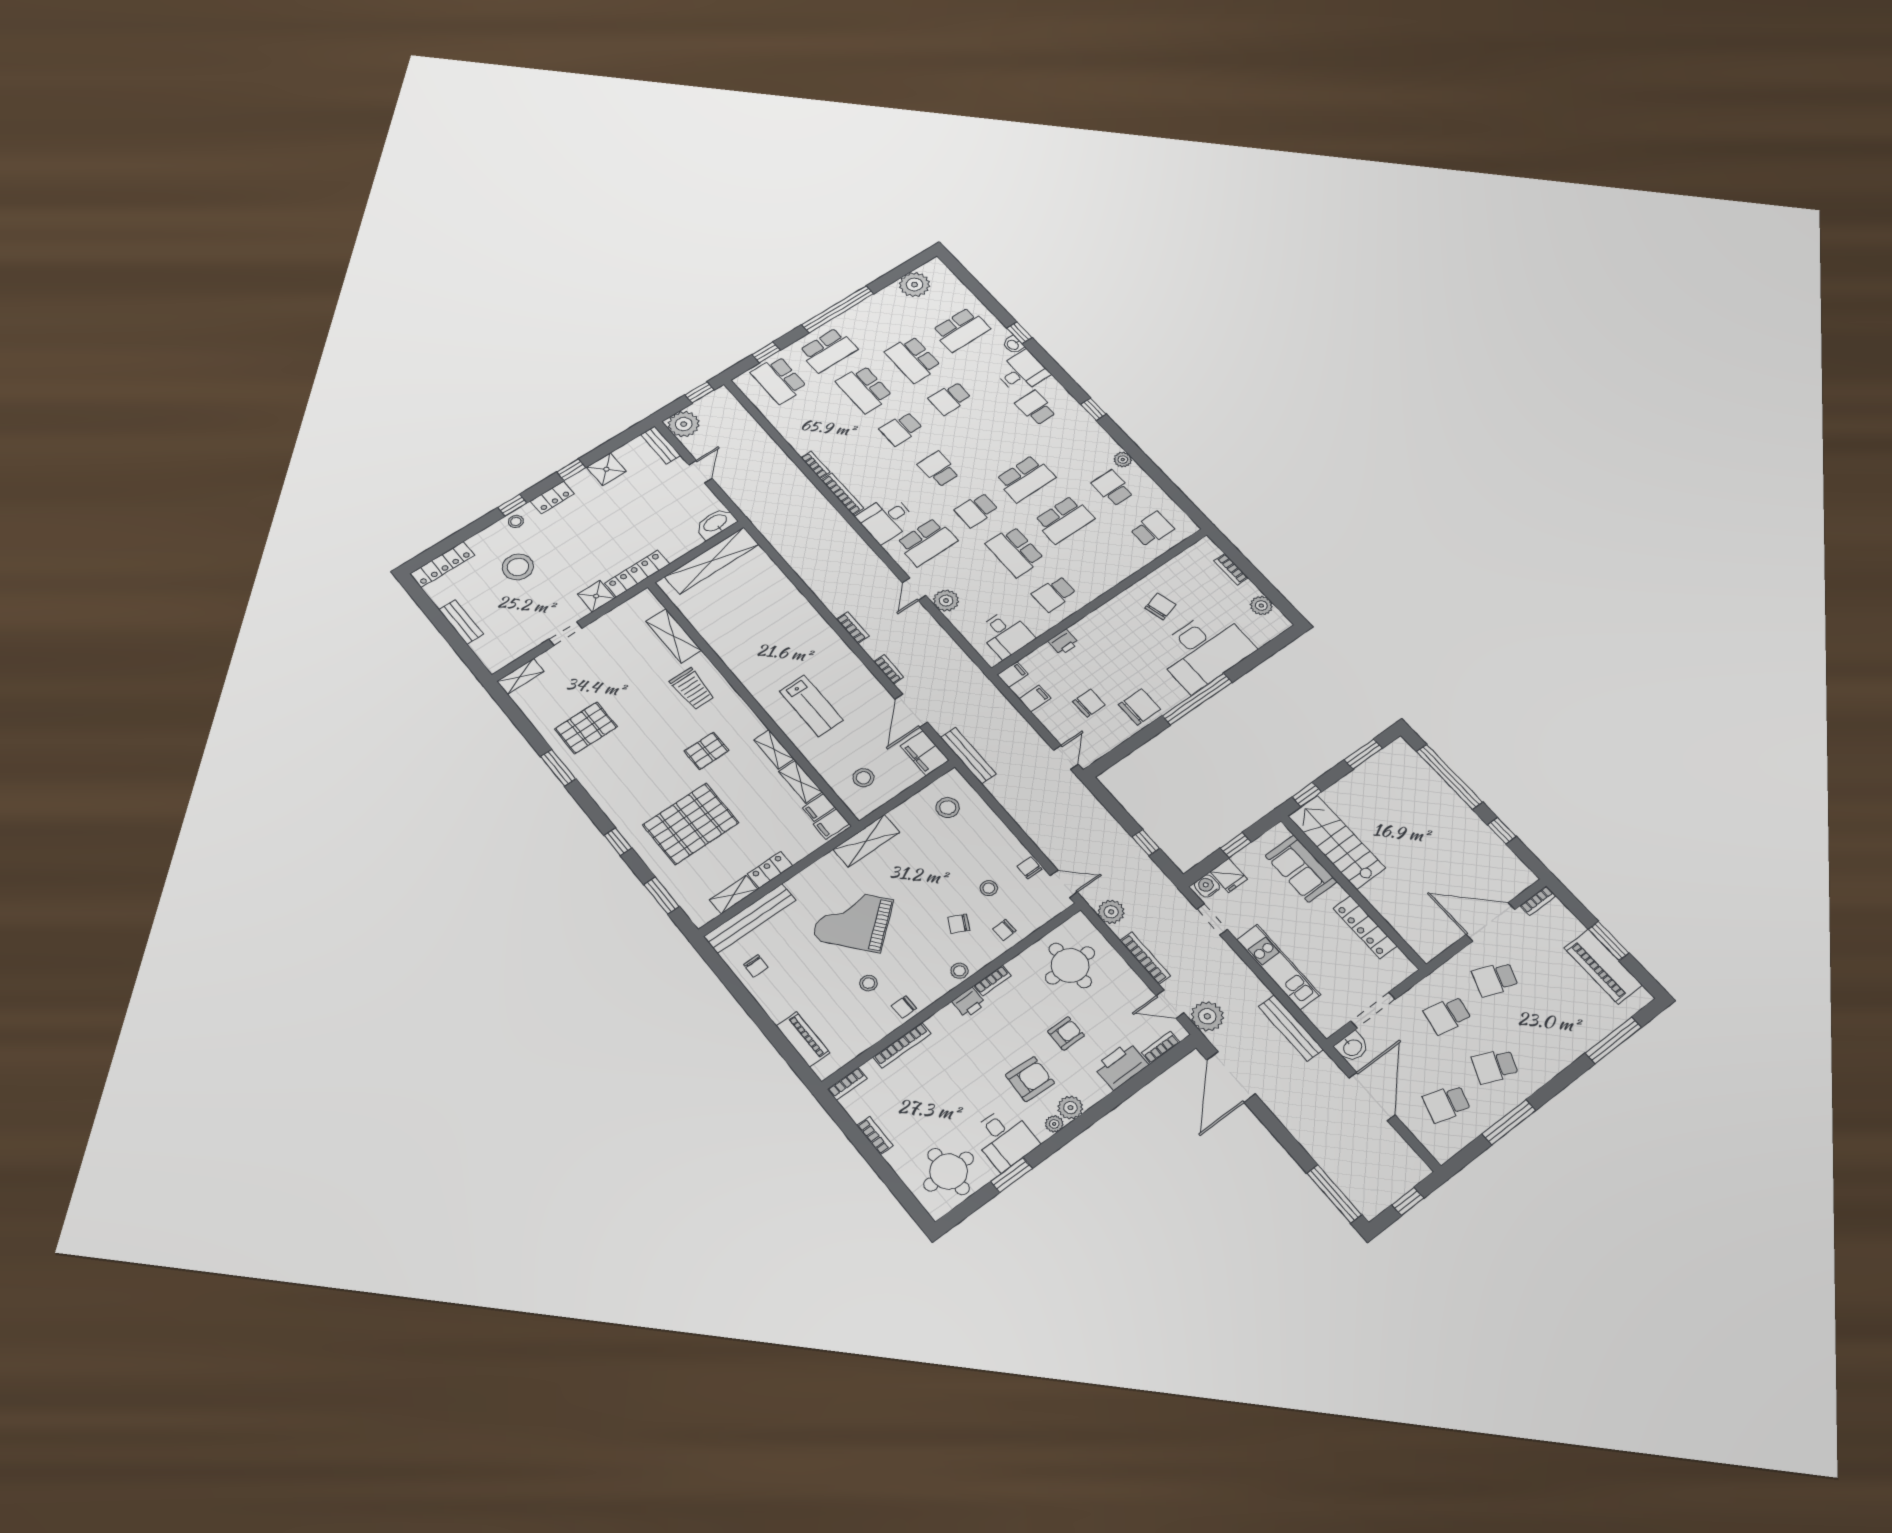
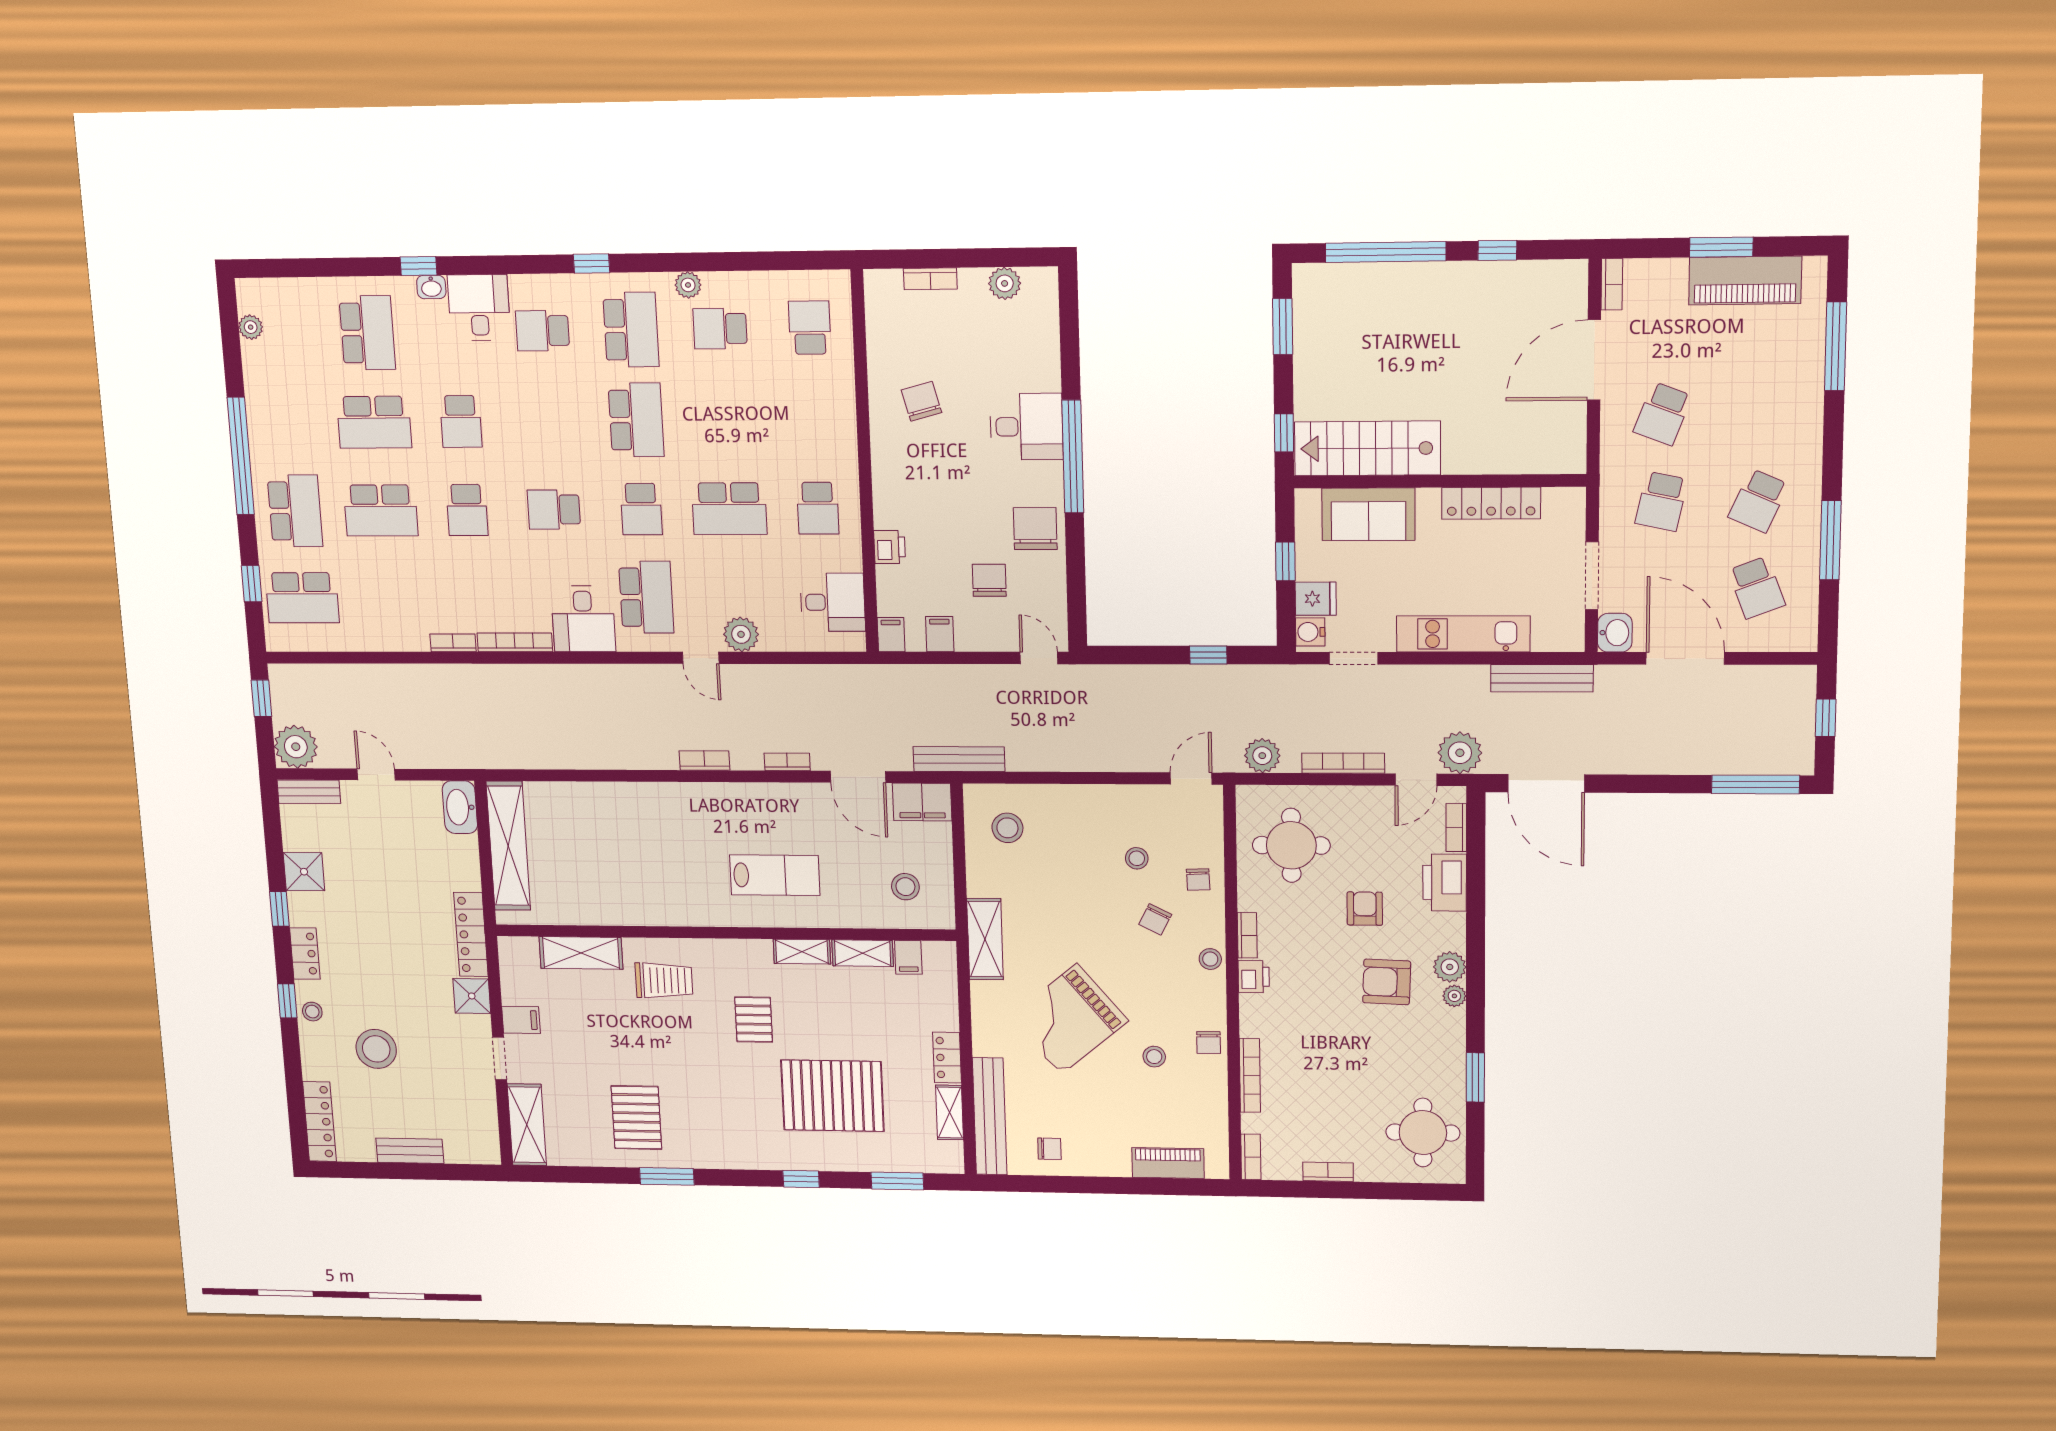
plant: (915, 285) -> (251, 327), width x0.53, depth x0.53
school desk: (1064, 520) -> (631, 330), moved
desk: (1204, 650) -> (1026, 427), width x0.53, depth x0.77
shelving: (520, 676) -> (527, 1125), width x1.50, depth x1.33
pallet: (691, 824) -> (832, 1096), turned 90
filing cabinet: (831, 824) -> (521, 1020), moved, turned -90
chair: (1029, 868) -> (1145, 799), removed
armchair: (1030, 1079) -> (1387, 982), turned -91
school desk: (1447, 1103) -> (1757, 588), turned -39
desk: (1004, 1138) -> (1431, 1055), removed

